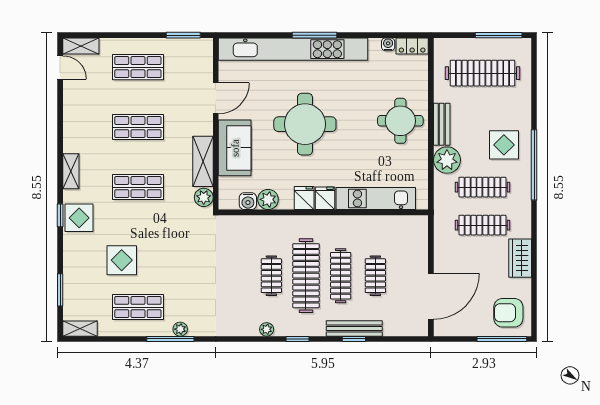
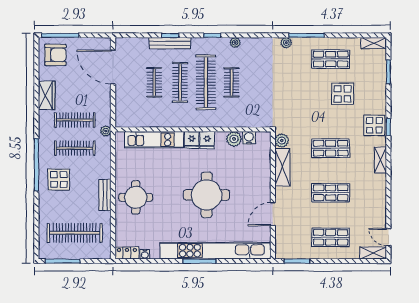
sofa: (235, 148) -> (259, 177), removed
plant: (447, 160) -> (106, 131), moved, width x0.53, depth x0.53
door: (431, 296) -> (113, 67), hinge flipped
plant: (180, 329) -> (286, 43), moved

